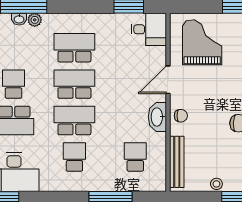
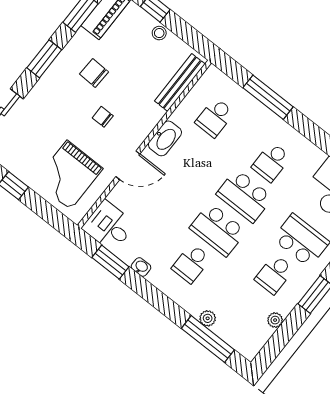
washbasin: (19, 19) -> (141, 267), moved
school desk: (74, 48) -> (191, 263), width x0.54
chair: (181, 116) -> (103, 117), moved

